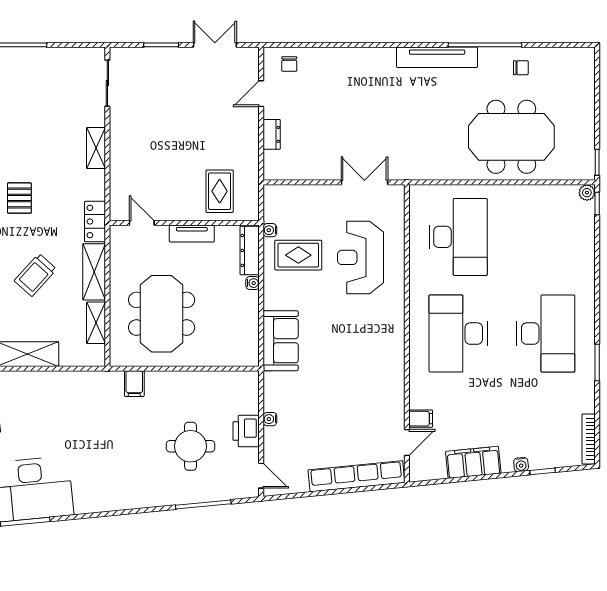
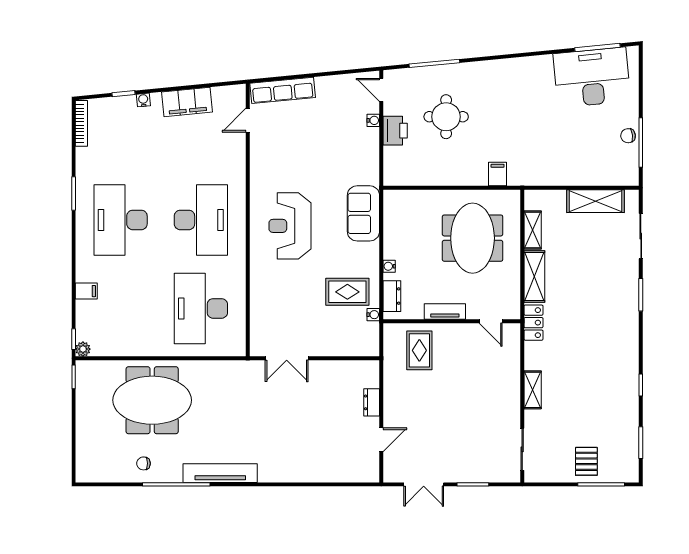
chair: (289, 64) -> (356, 467), removed
pallet: (19, 198) -> (586, 461), moved
dresser: (250, 250) -> (392, 296), width x0.70
reception desk: (361, 257) -> (290, 226), moved, turned 180
trolley: (35, 275) -> (588, 274), removed
water cooler: (270, 419) -> (373, 120), moved
filing cabinet: (421, 419) -> (86, 291), moved, turned 180
row of seats: (356, 476) -> (283, 90), width x0.73

